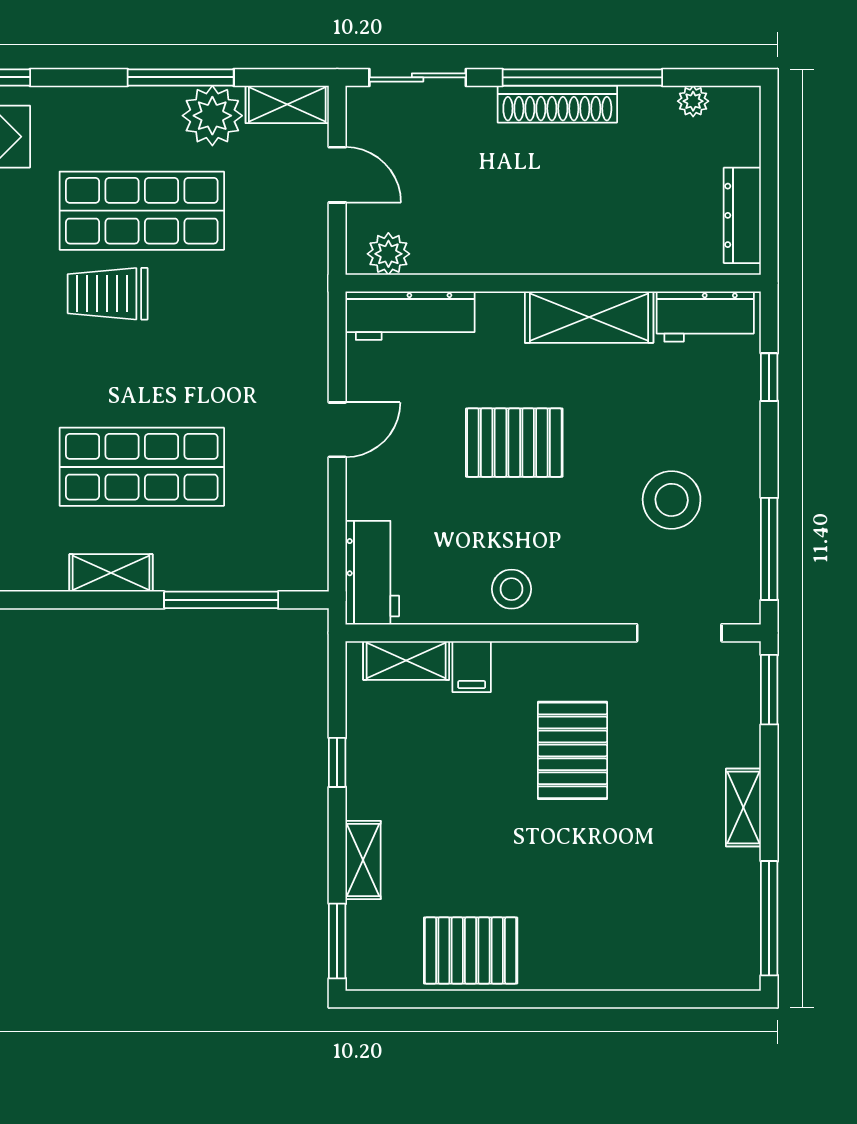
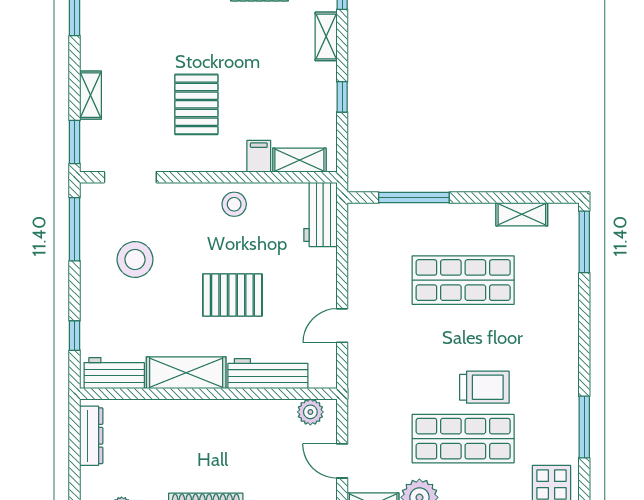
workbench: (410, 316) -> (268, 374), moved
door: (337, 430) -> (342, 326), moved
shelving: (111, 573) -> (522, 214), moved
shelving: (743, 807) -> (91, 95), moved

